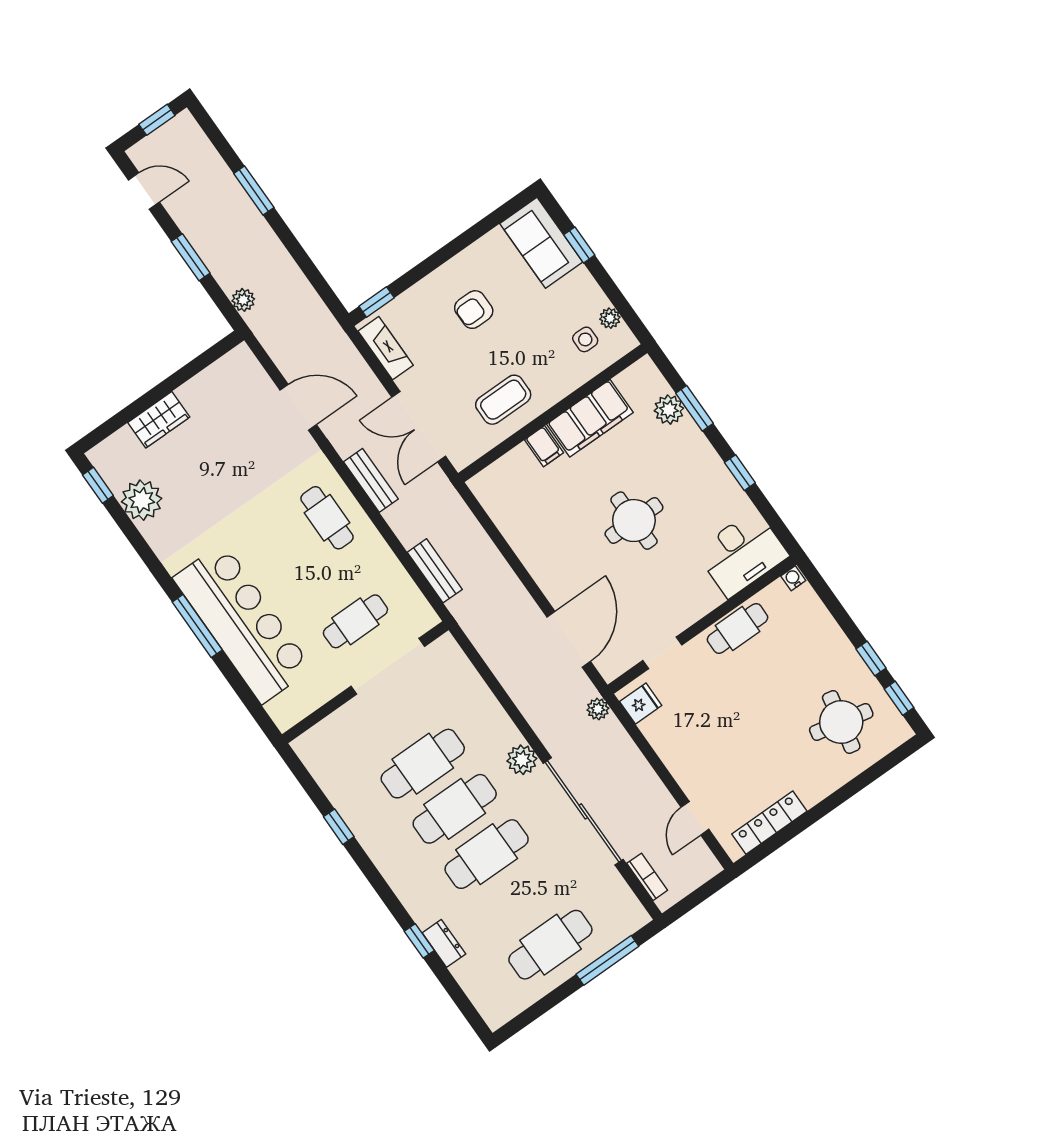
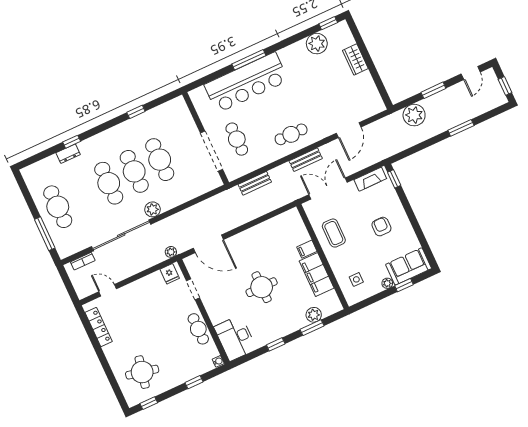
plant: (243, 300) -> (414, 115), width x1.87, depth x1.87
plant: (610, 318) -> (387, 283), moved
window: (871, 658) -> (194, 382), moved

